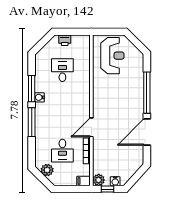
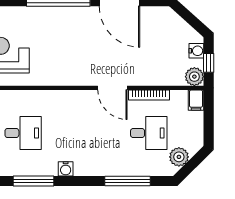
desk: (62, 70) -> (23, 133), turned 180
window: (32, 89) -> (33, 181), moved
window: (32, 122) -> (128, 181), moved

